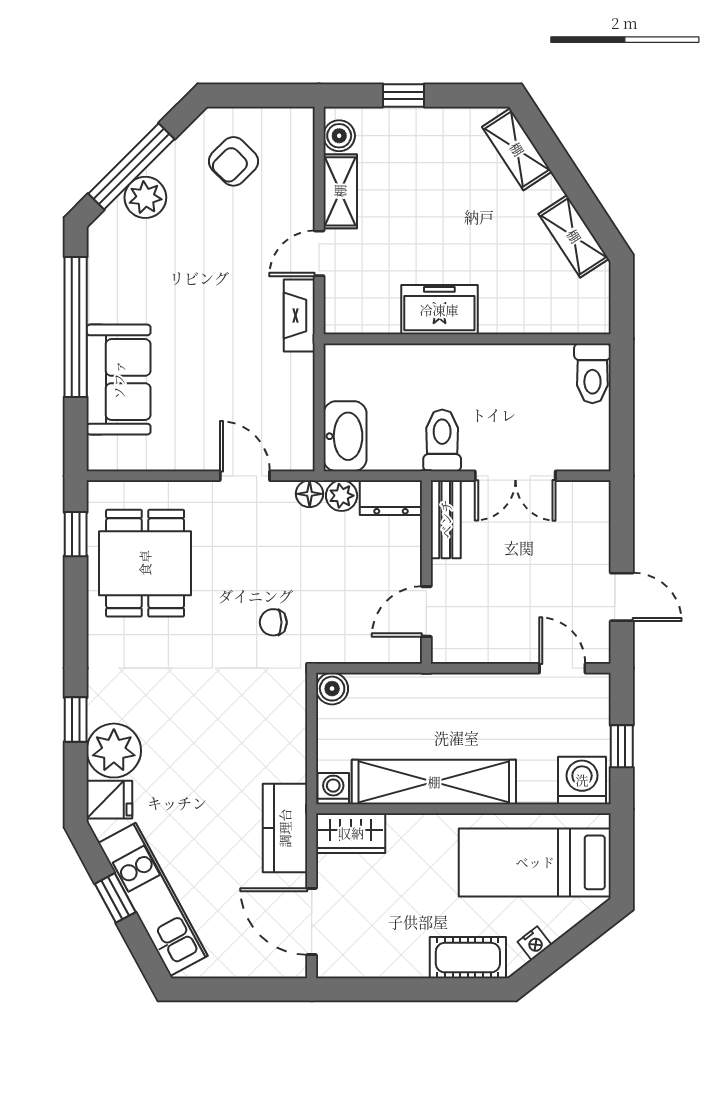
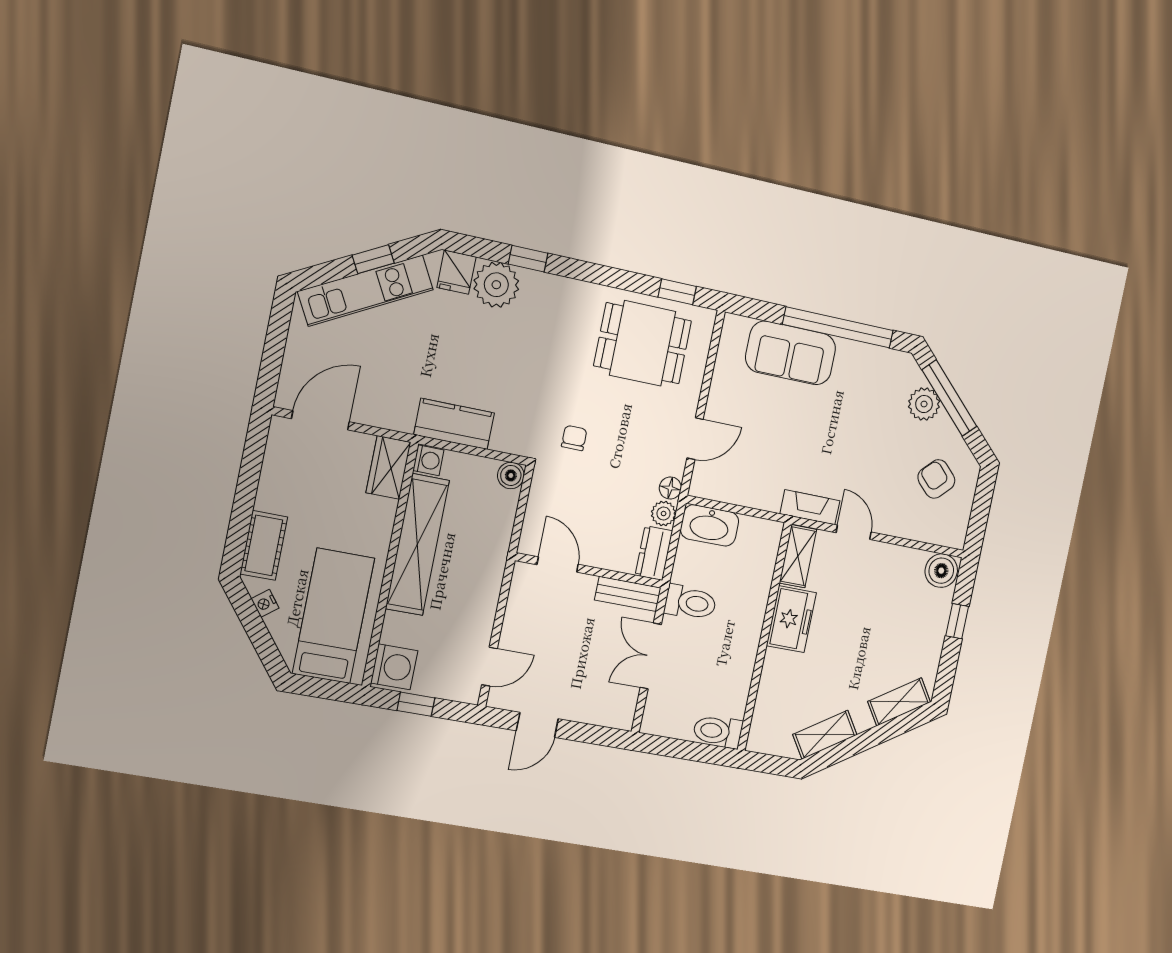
boiler: (339, 136) -> (941, 571), width x1.36, depth x1.36
shelving: (340, 191) -> (798, 556), moved, turned 90
kitchen counter: (285, 828) -> (454, 424), moved

